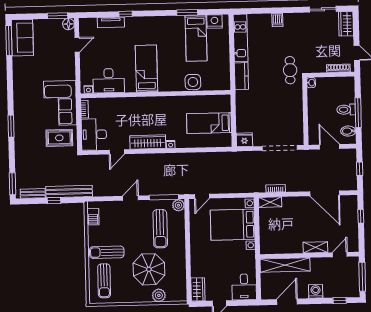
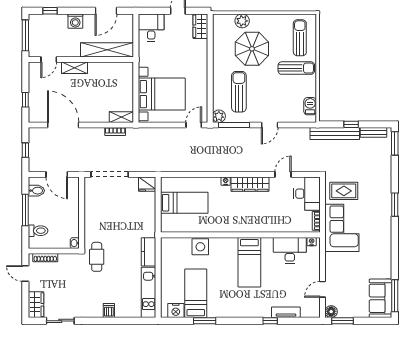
toilet: (346, 110) -> (38, 231), moved

